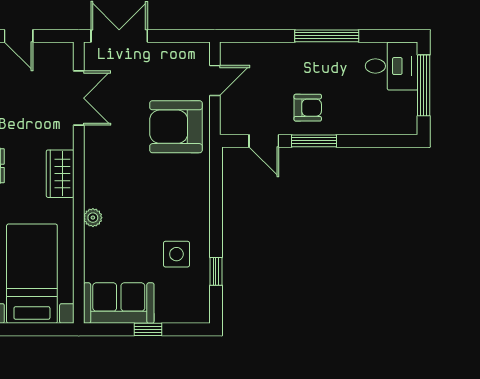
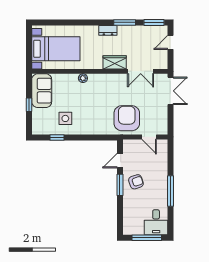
armchair: (308, 108) -> (136, 182), turned -109
wardrobe: (60, 174) -> (115, 62), moved

